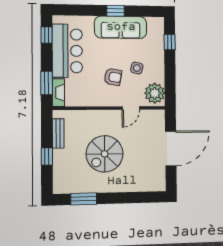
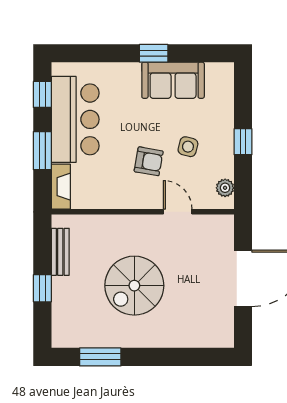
sofa: (121, 27) -> (173, 80), width x0.73
window: (170, 42) -> (243, 142), moved
window: (47, 83) -> (42, 151), moved
plant: (155, 93) -> (225, 188), width x0.53, depth x0.53
door: (131, 108) -> (178, 212), swing flipped

